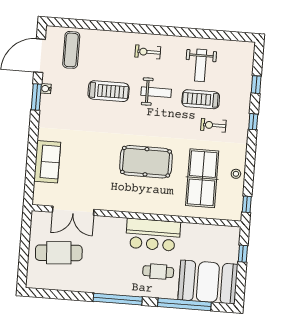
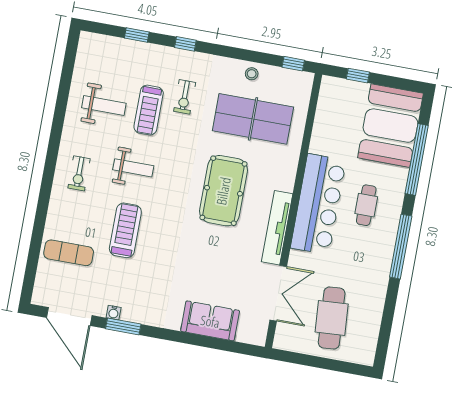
exercise mat: (71, 50) -> (69, 253), moved
weight bench: (156, 92) -> (133, 168), turned 90
tv unit: (122, 205) -> (277, 228), added
bar counter: (153, 235) -> (318, 204), width x1.36
cafe table: (158, 272) -> (366, 205), moved

